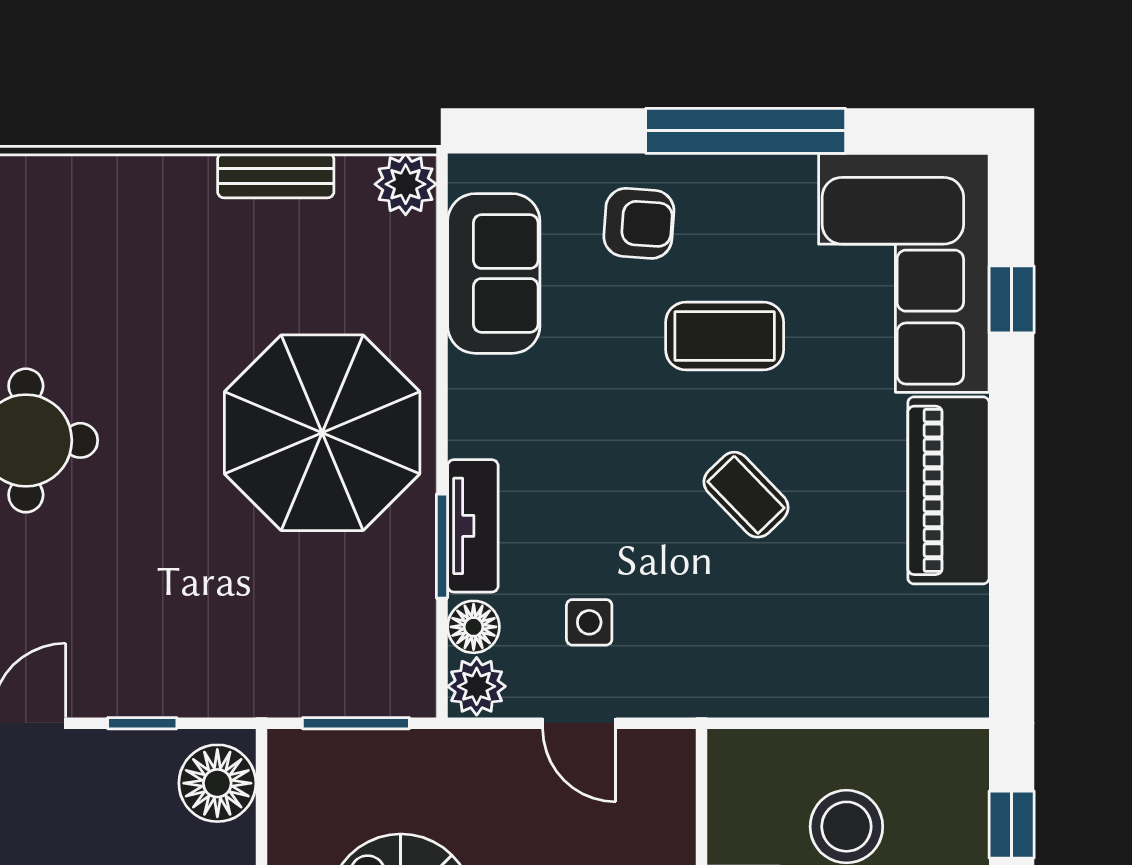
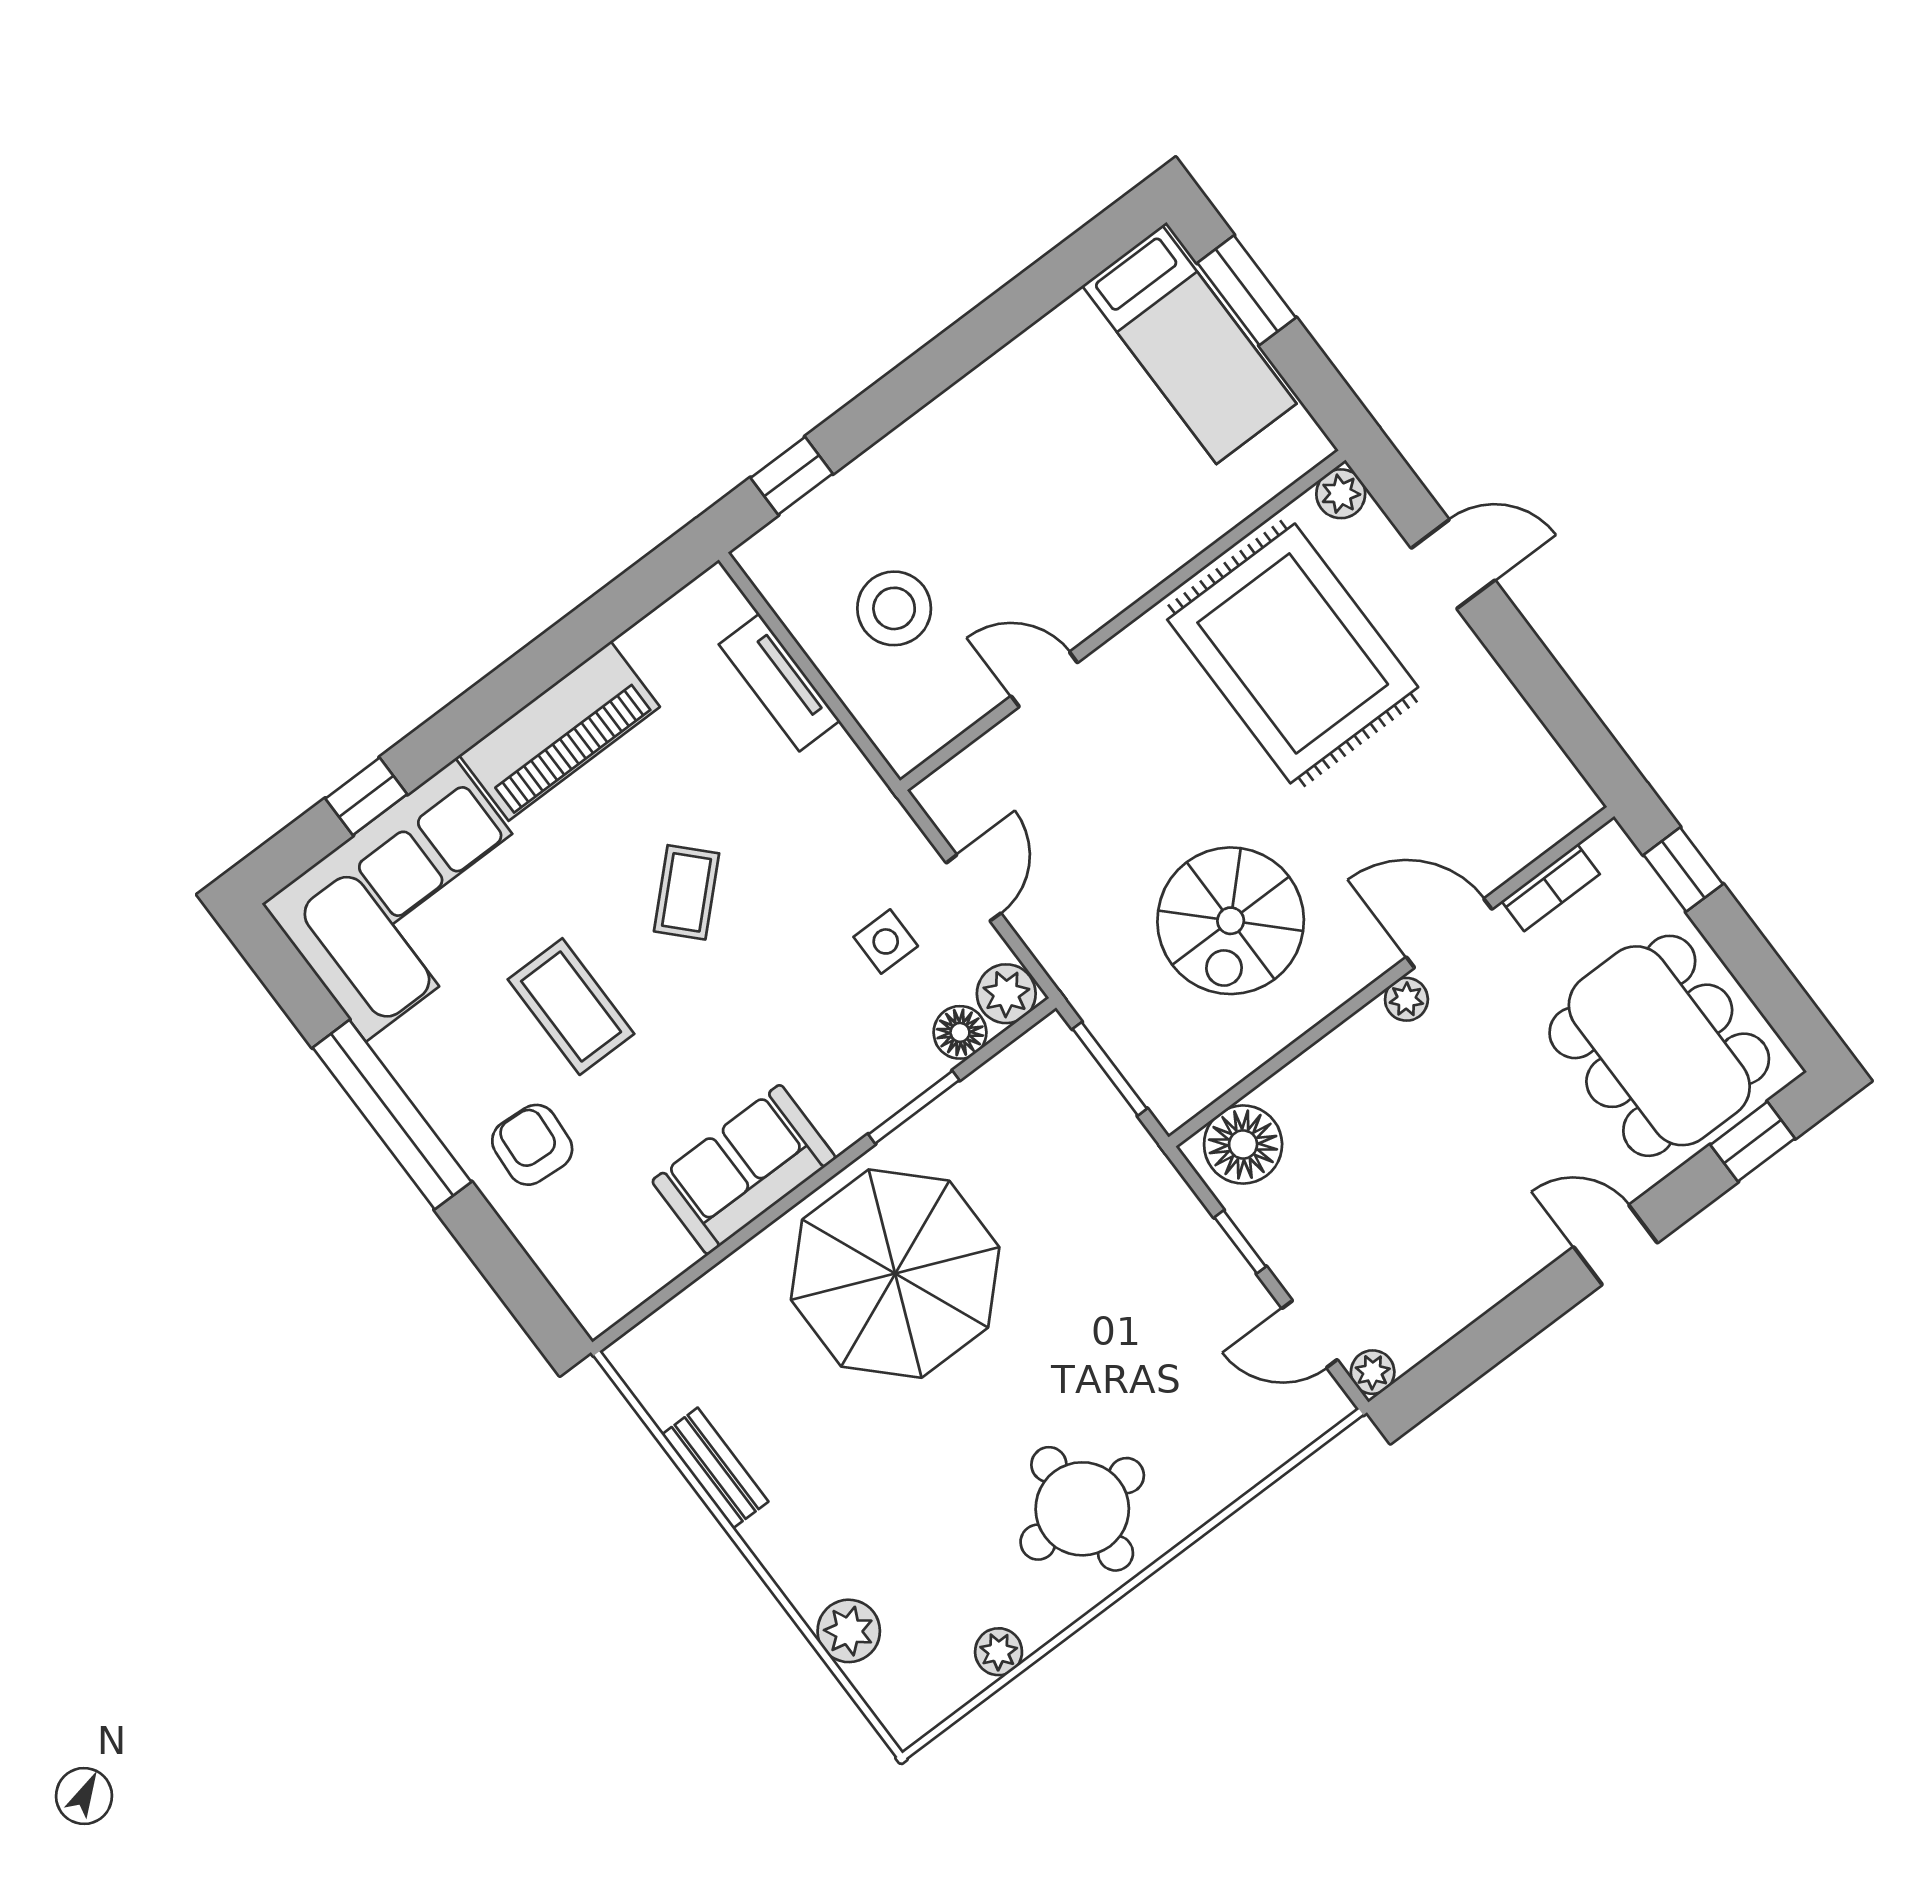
plant: (406, 184) -> (849, 1631), moved
sofa: (494, 273) -> (744, 1170), moved
tv unit: (473, 526) -> (779, 683), moved, turned -90

